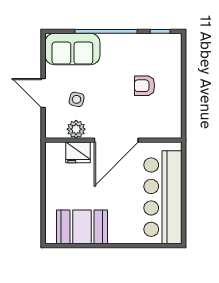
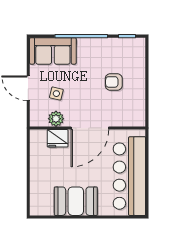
booth: (82, 227) -> (76, 201), moved

